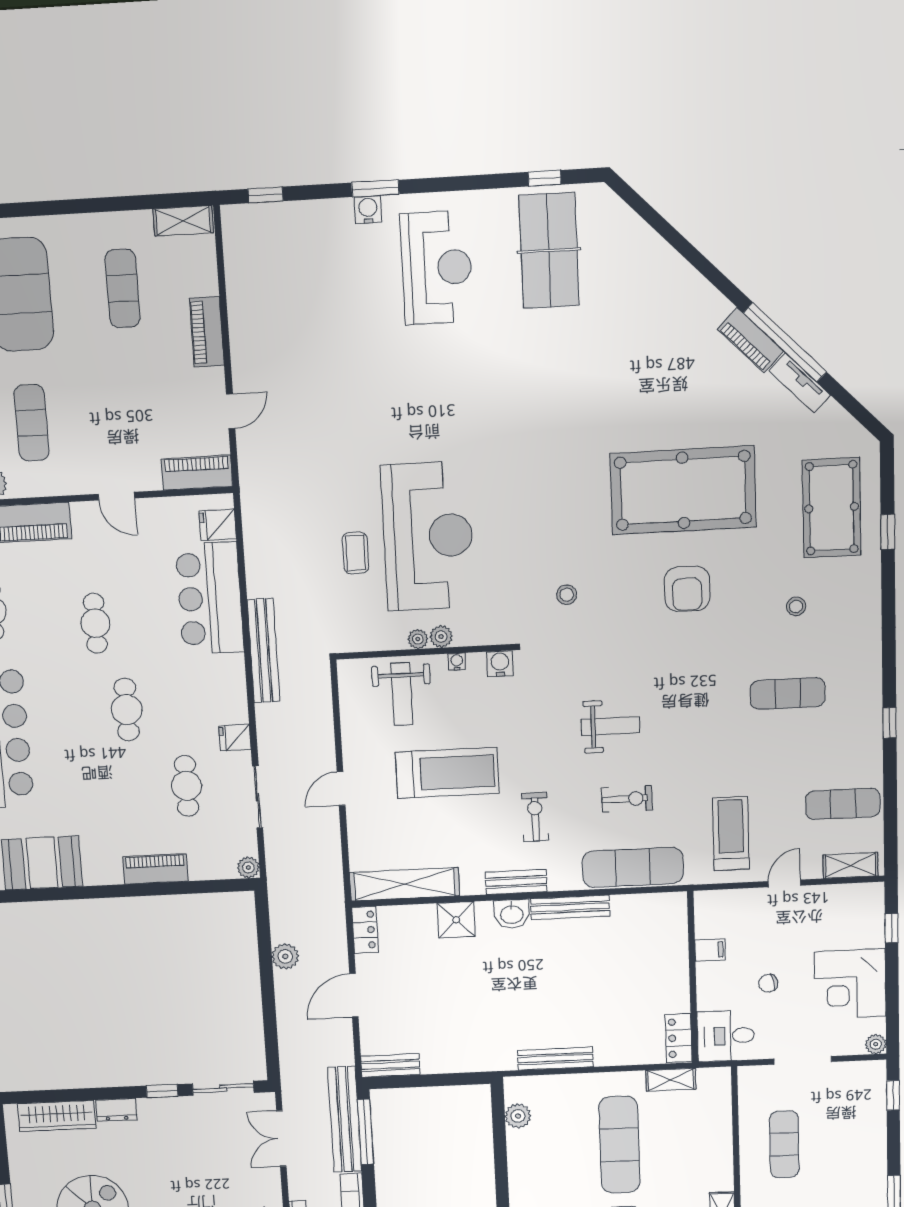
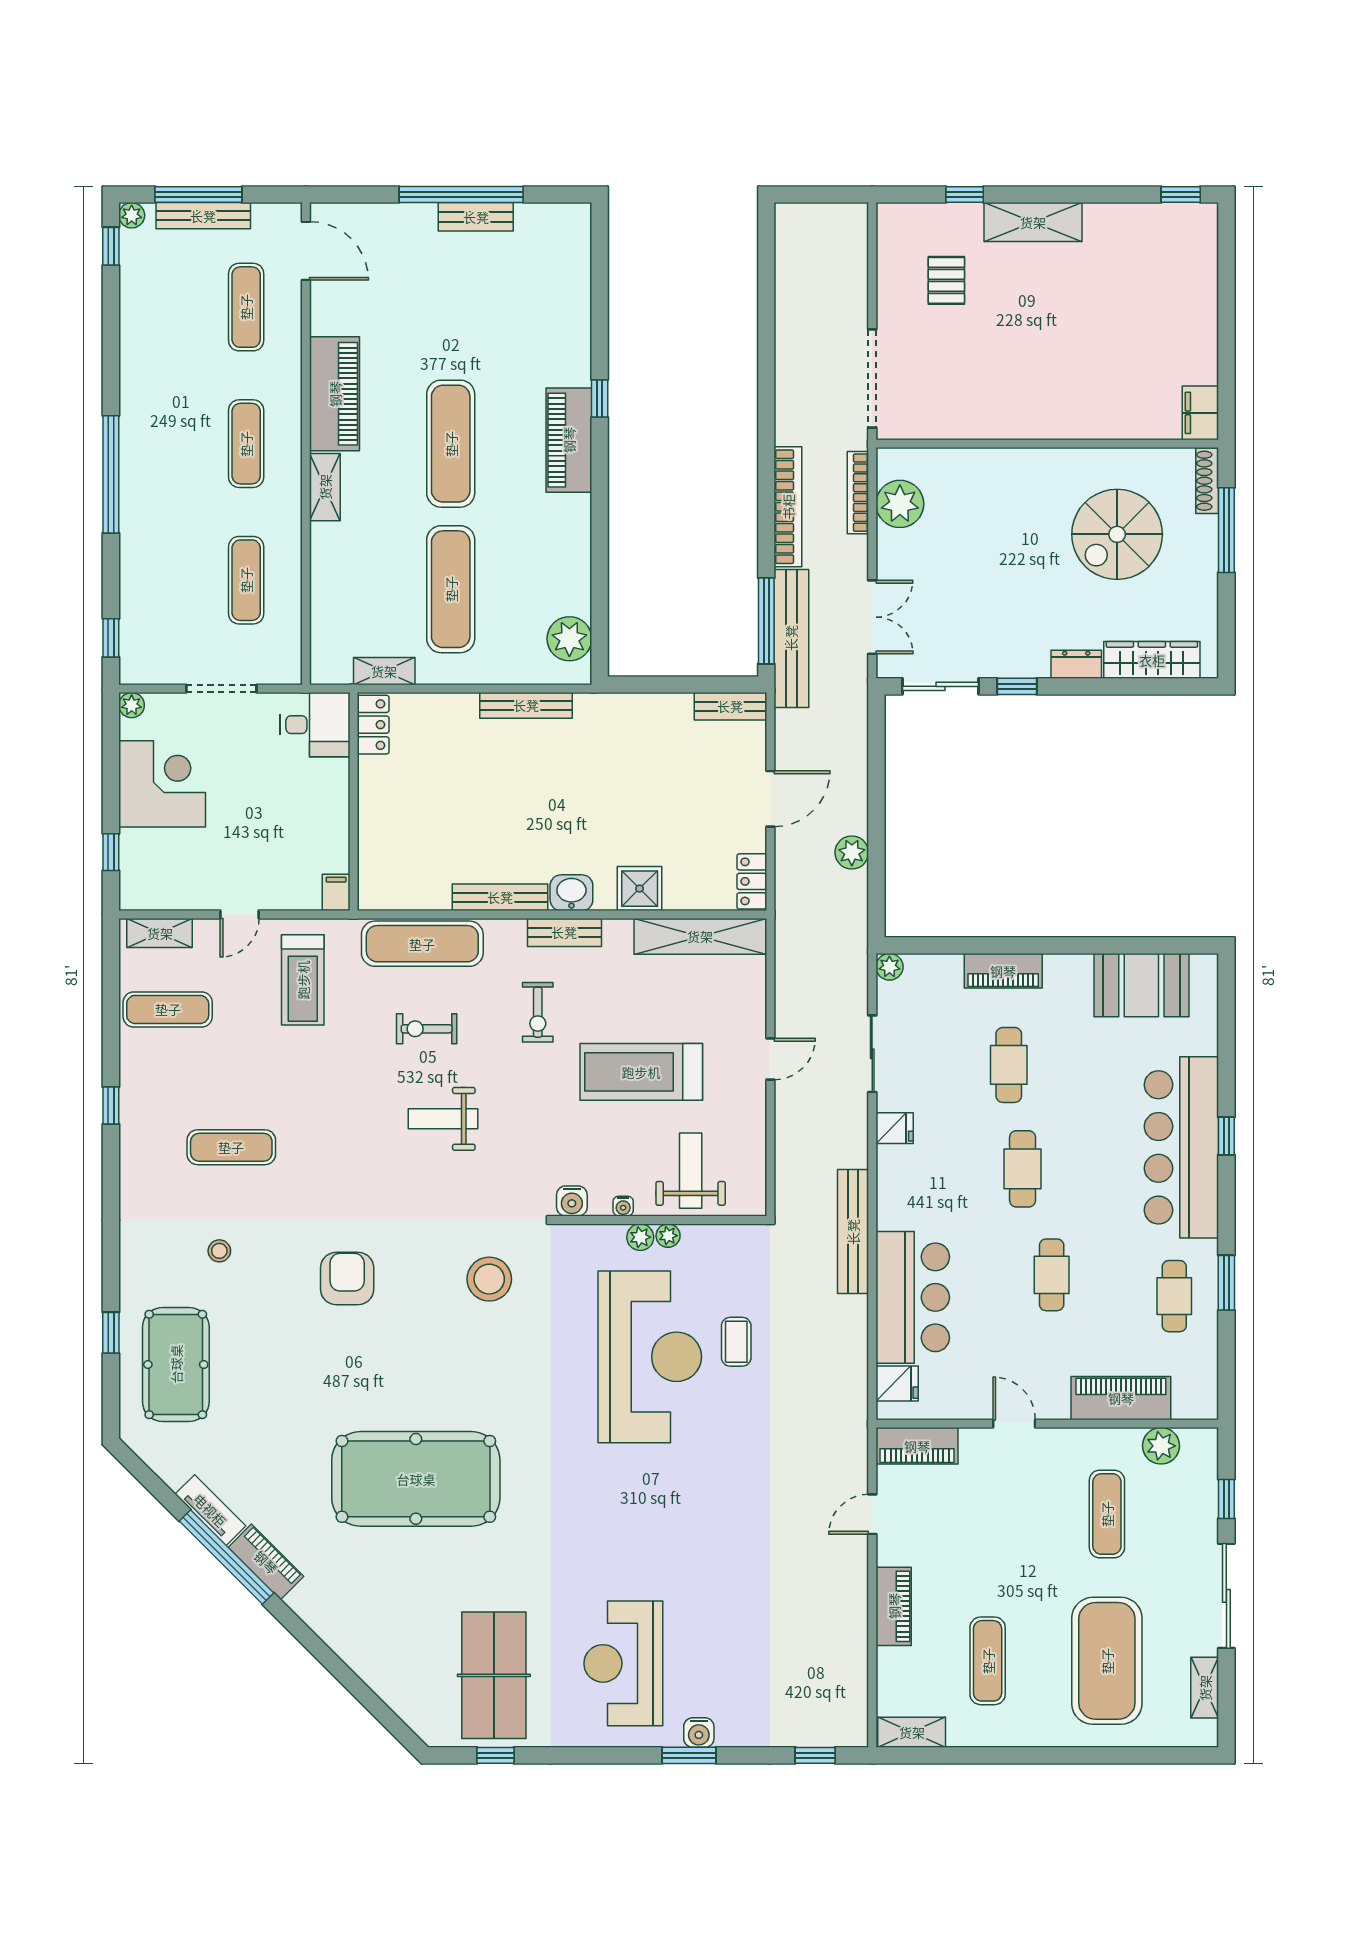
pool table: (683, 490) -> (416, 1479), moved
reception desk: (428, 536) -> (650, 1357), turned 180
stool: (567, 595) -> (489, 1279), width x1.89, depth x1.89
cafe table: (187, 786) -> (1009, 1065), moved
filing cabinet: (710, 950) -> (336, 892), moved, turned 90
chair: (768, 983) -> (262, 789), removed
plant: (518, 1116) -> (569, 639), width x1.36, depth x1.36

